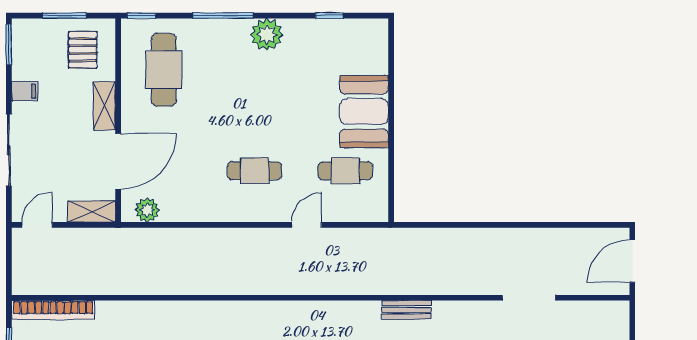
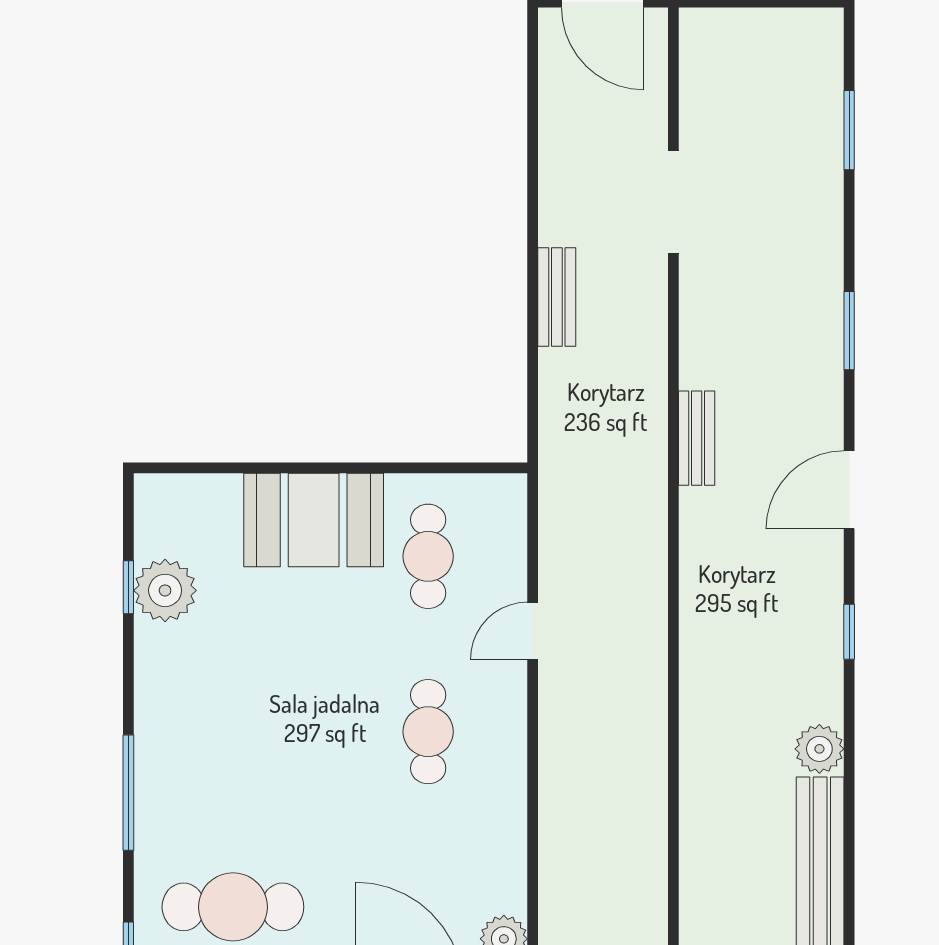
plant: (267, 35) -> (165, 590), moved
door: (307, 225) -> (533, 631), hinge flipped
bench: (480, 237) -> (557, 297), added

